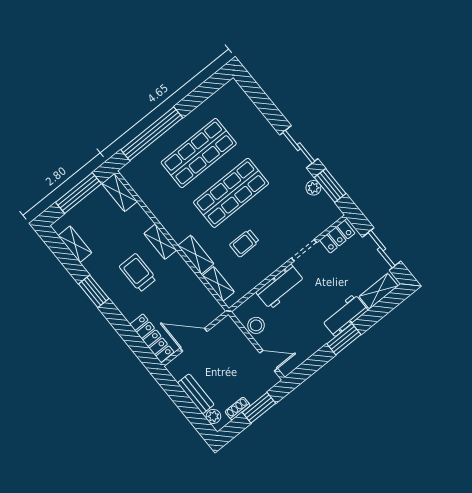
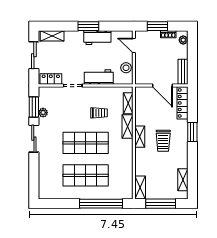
shelving: (160, 242) -> (140, 137), moved
window: (94, 291) -> (192, 132), moved
workbench: (345, 315) -> (97, 38), moved
bench: (196, 394) -> (183, 72), moved

